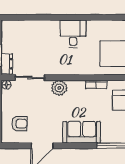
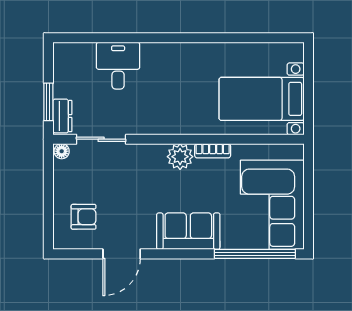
desk: (73, 34) -> (118, 66), moved
plant: (59, 88) -> (180, 157), moved

